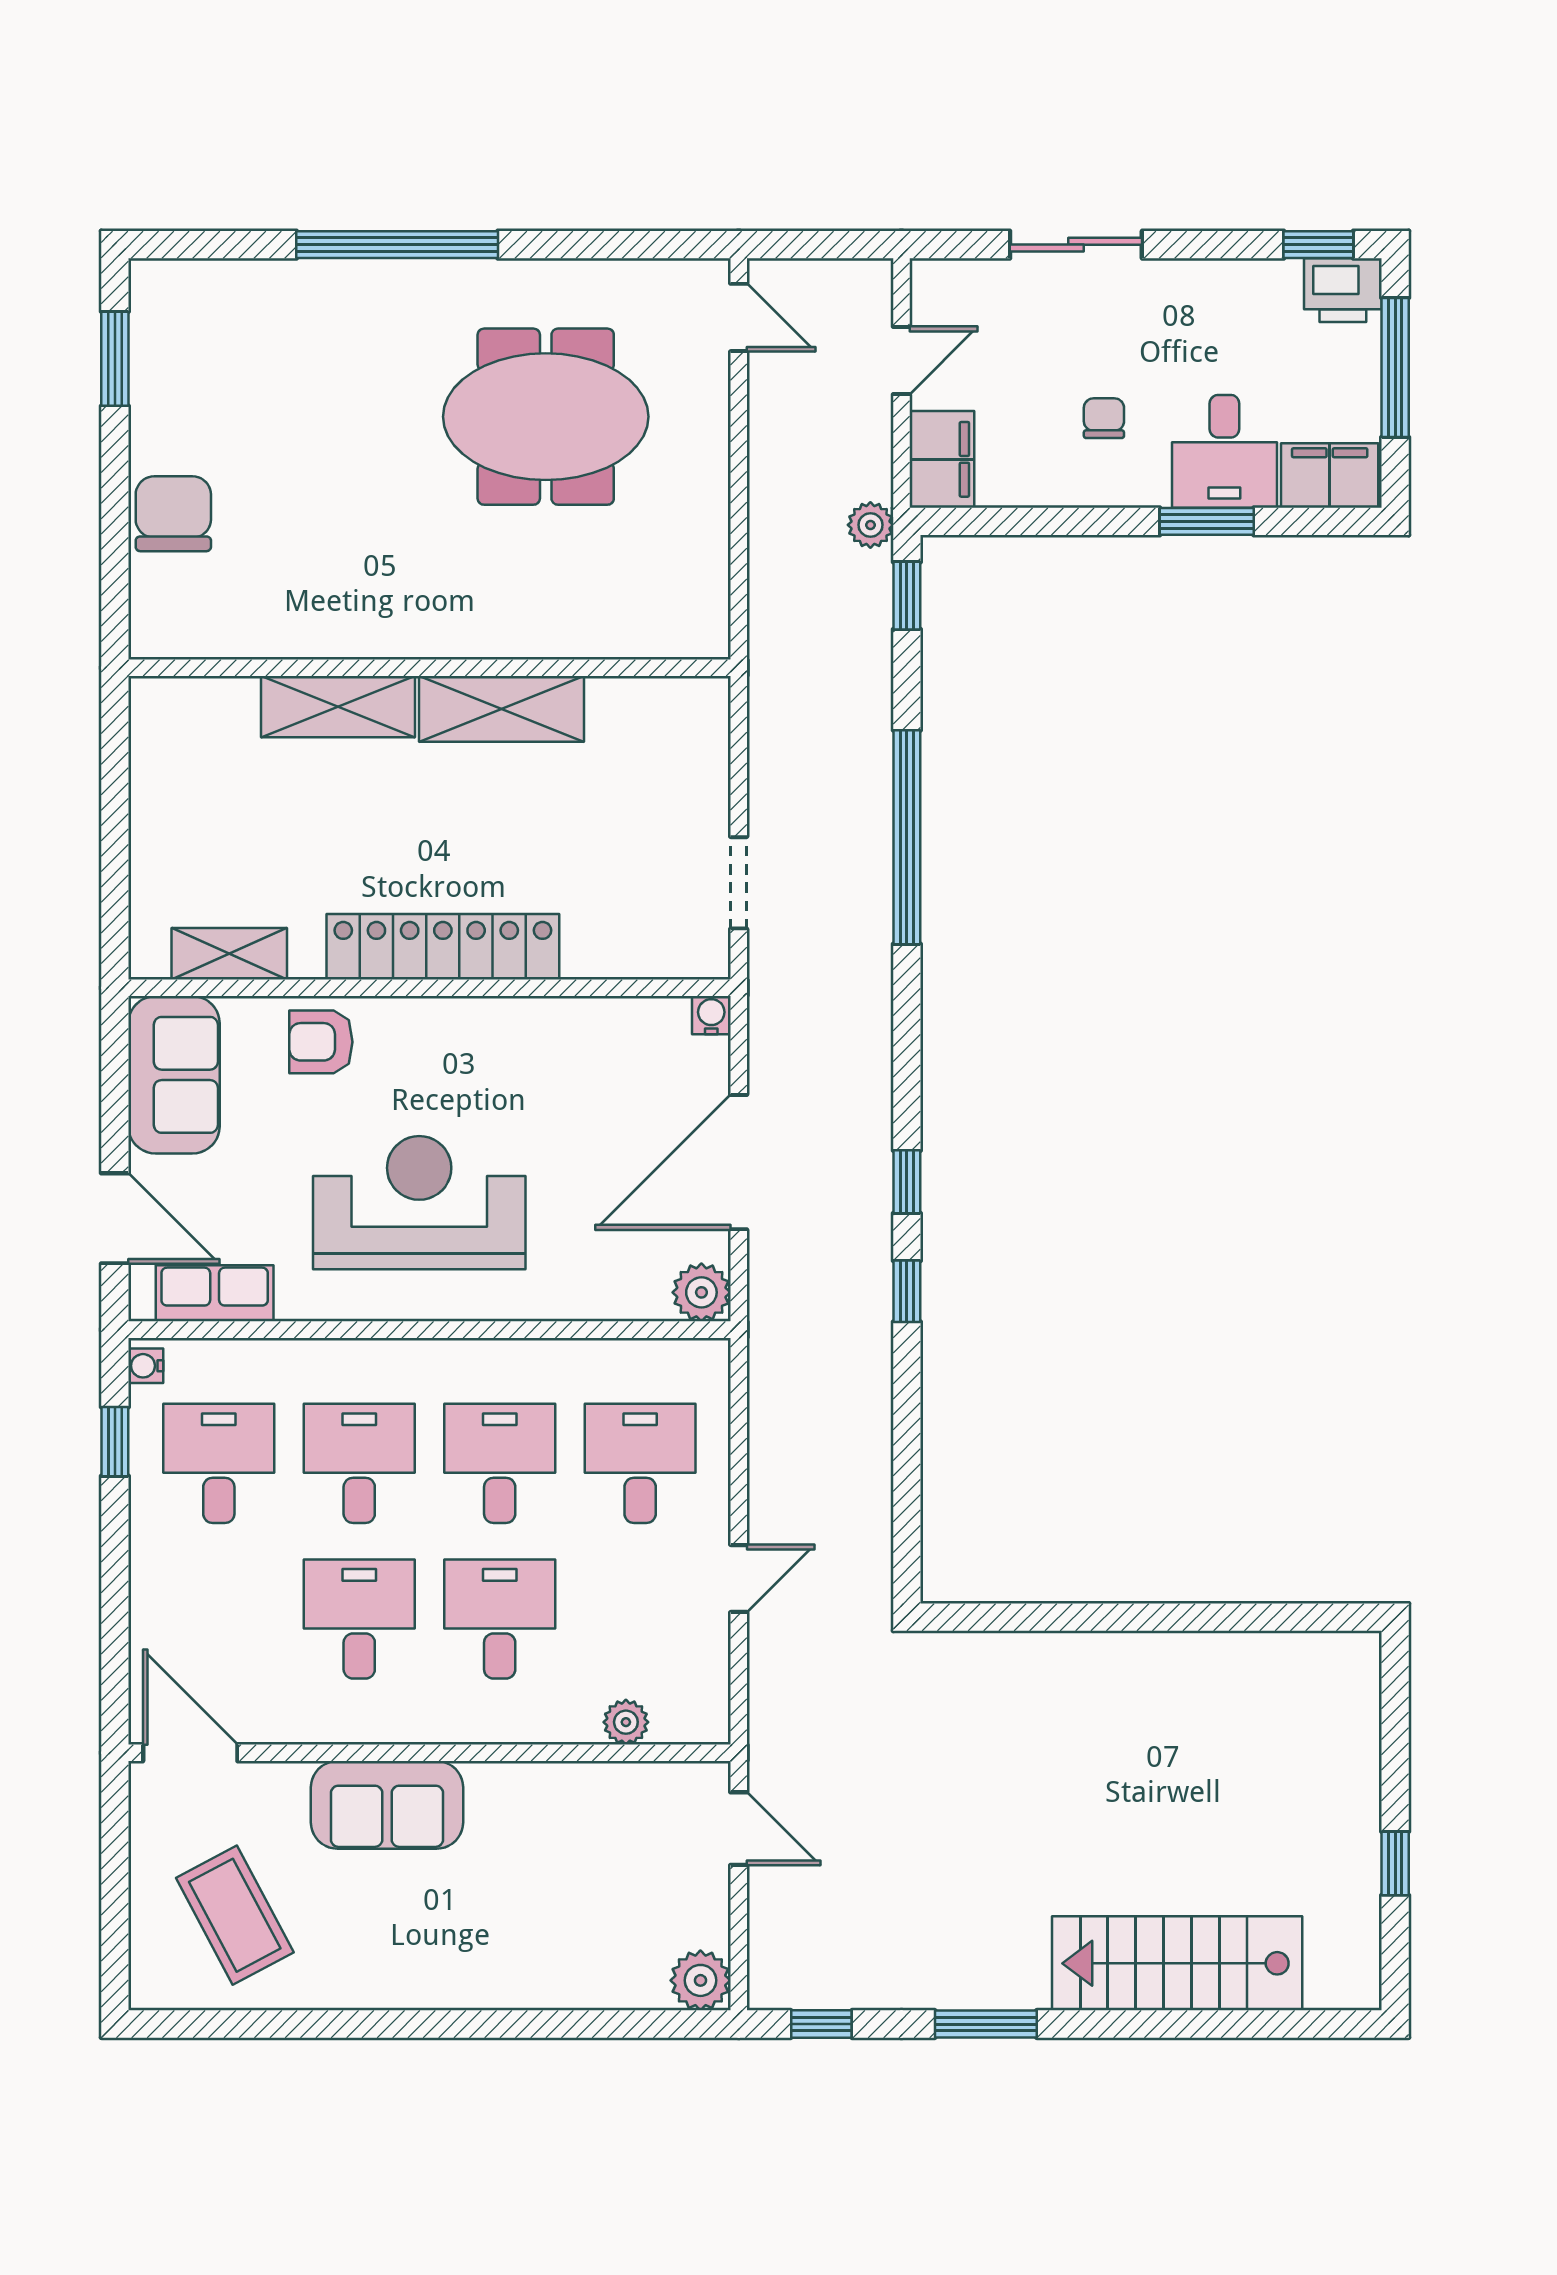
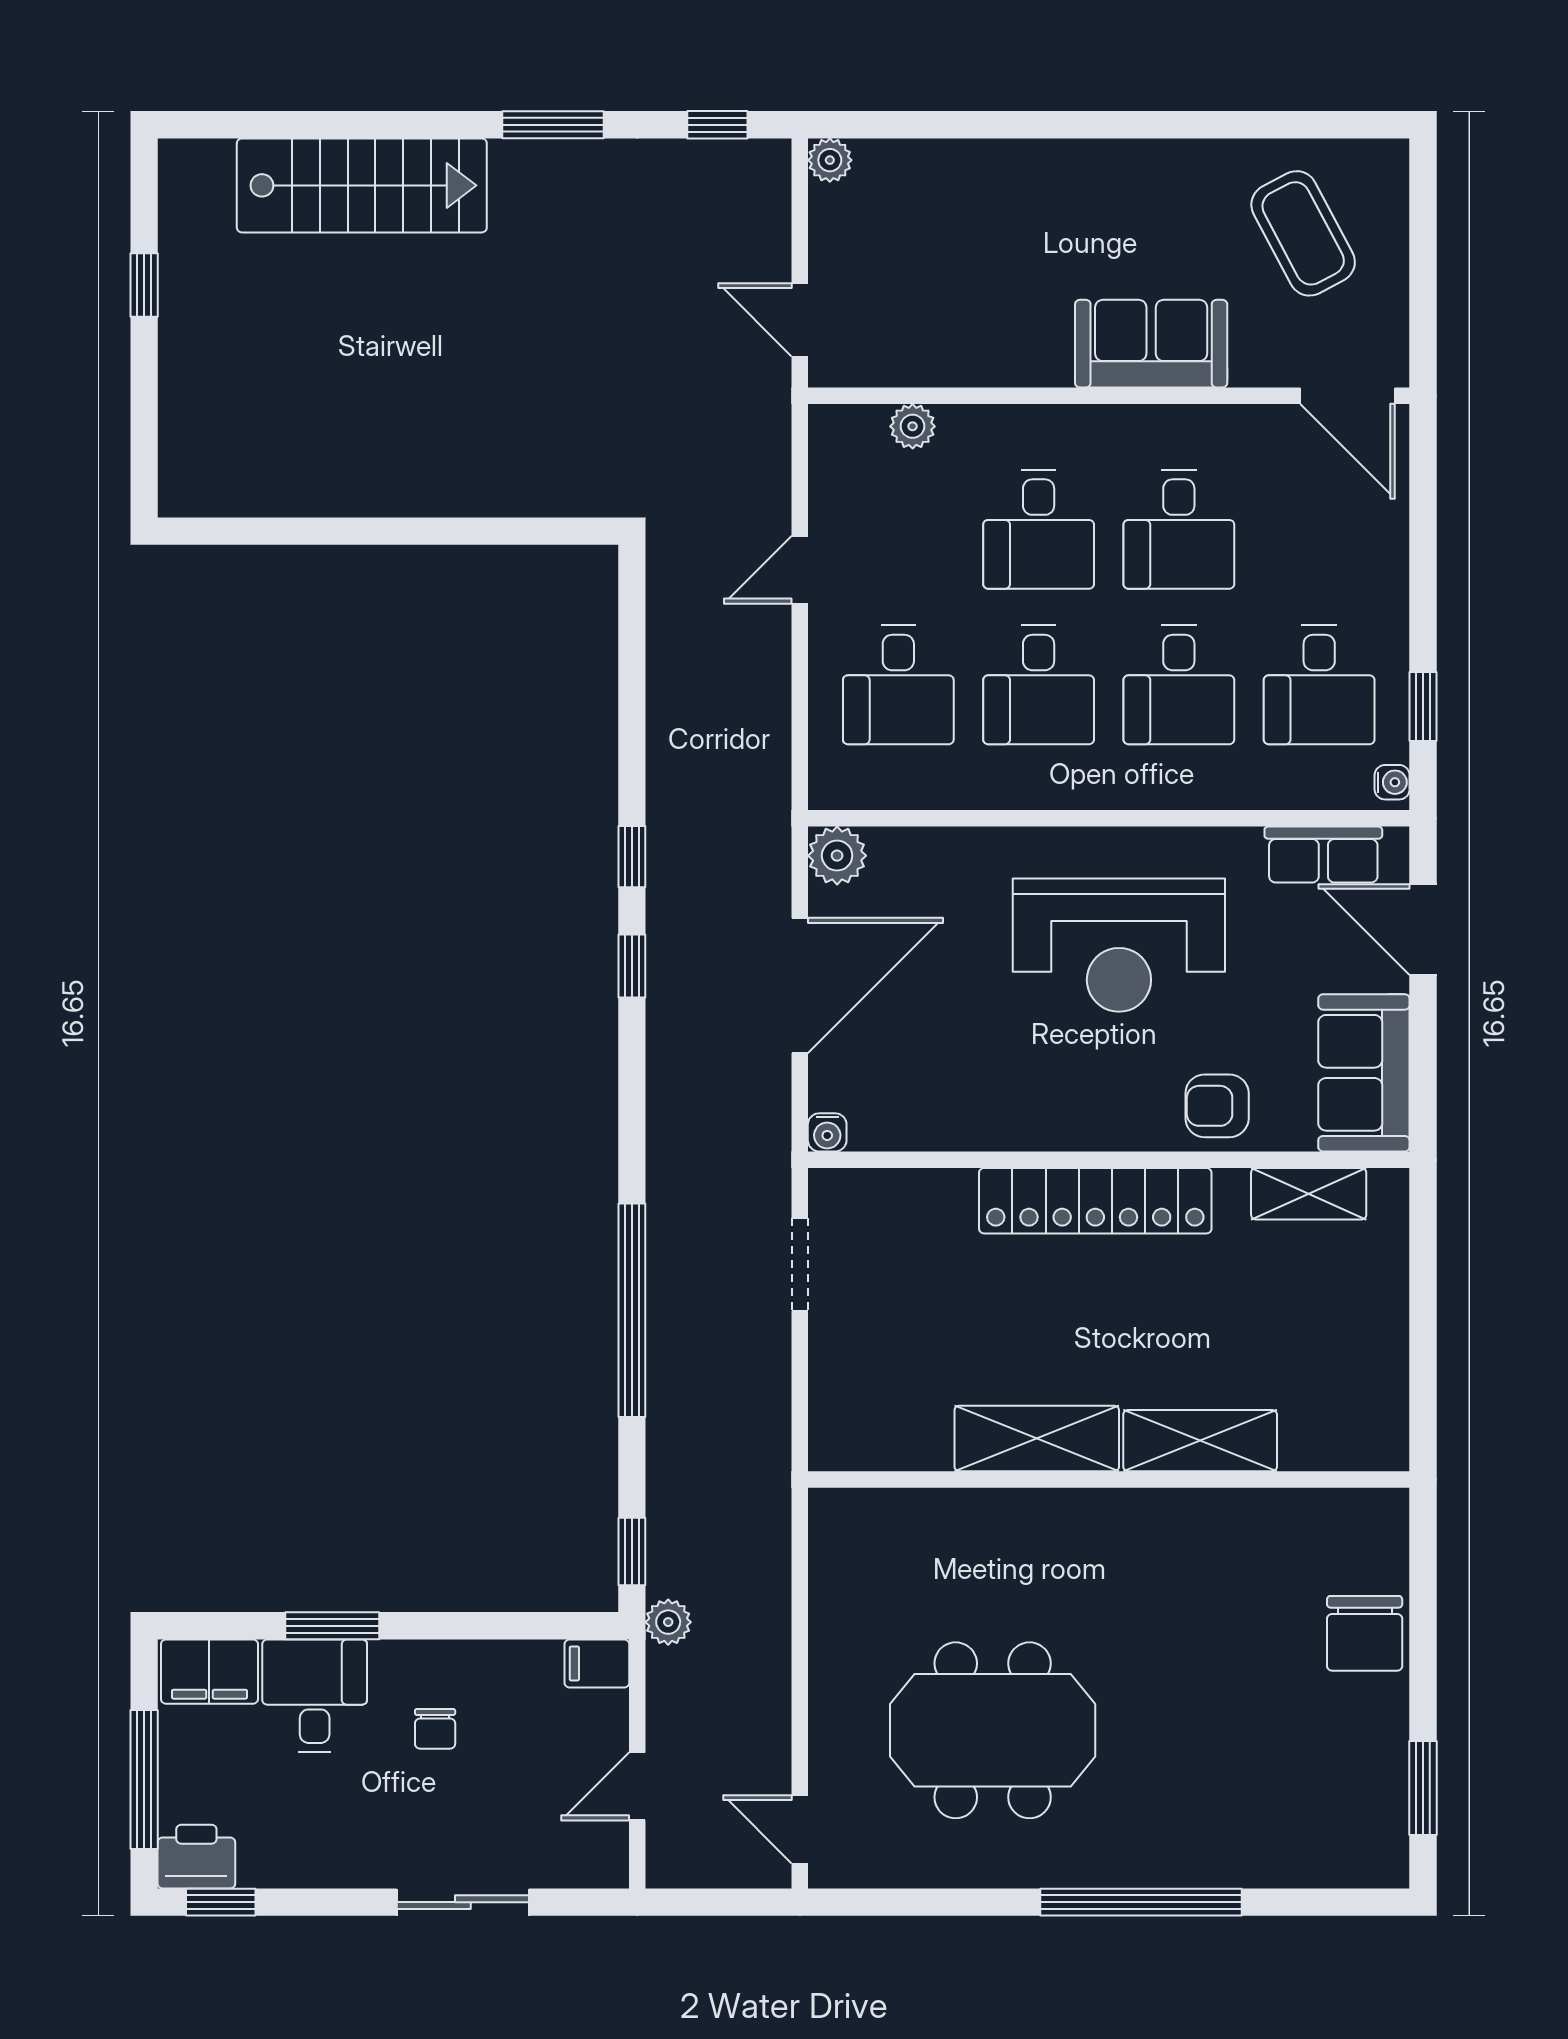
filing cabinet: (942, 459) -> (597, 1663), width x0.50
armchair: (321, 1042) -> (1217, 1106), turned 180
plant: (700, 1980) -> (830, 160), width x0.73, depth x0.73

